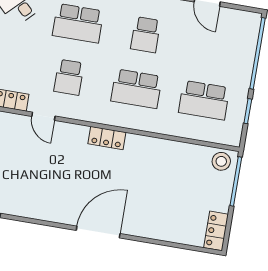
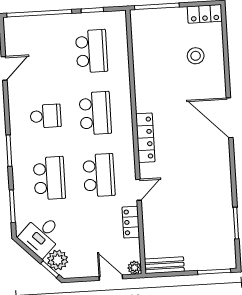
school desk: (69, 77) -> (99, 175), width x1.85
locker: (107, 138) -> (145, 138), width x1.53
stool: (221, 161) -> (196, 56), moved

